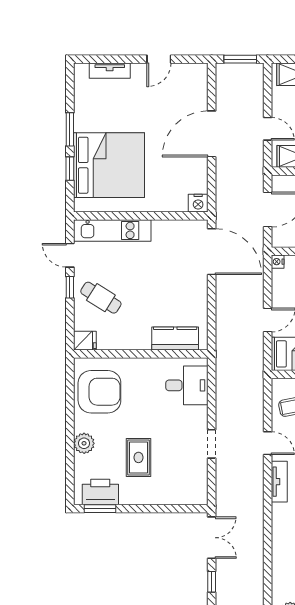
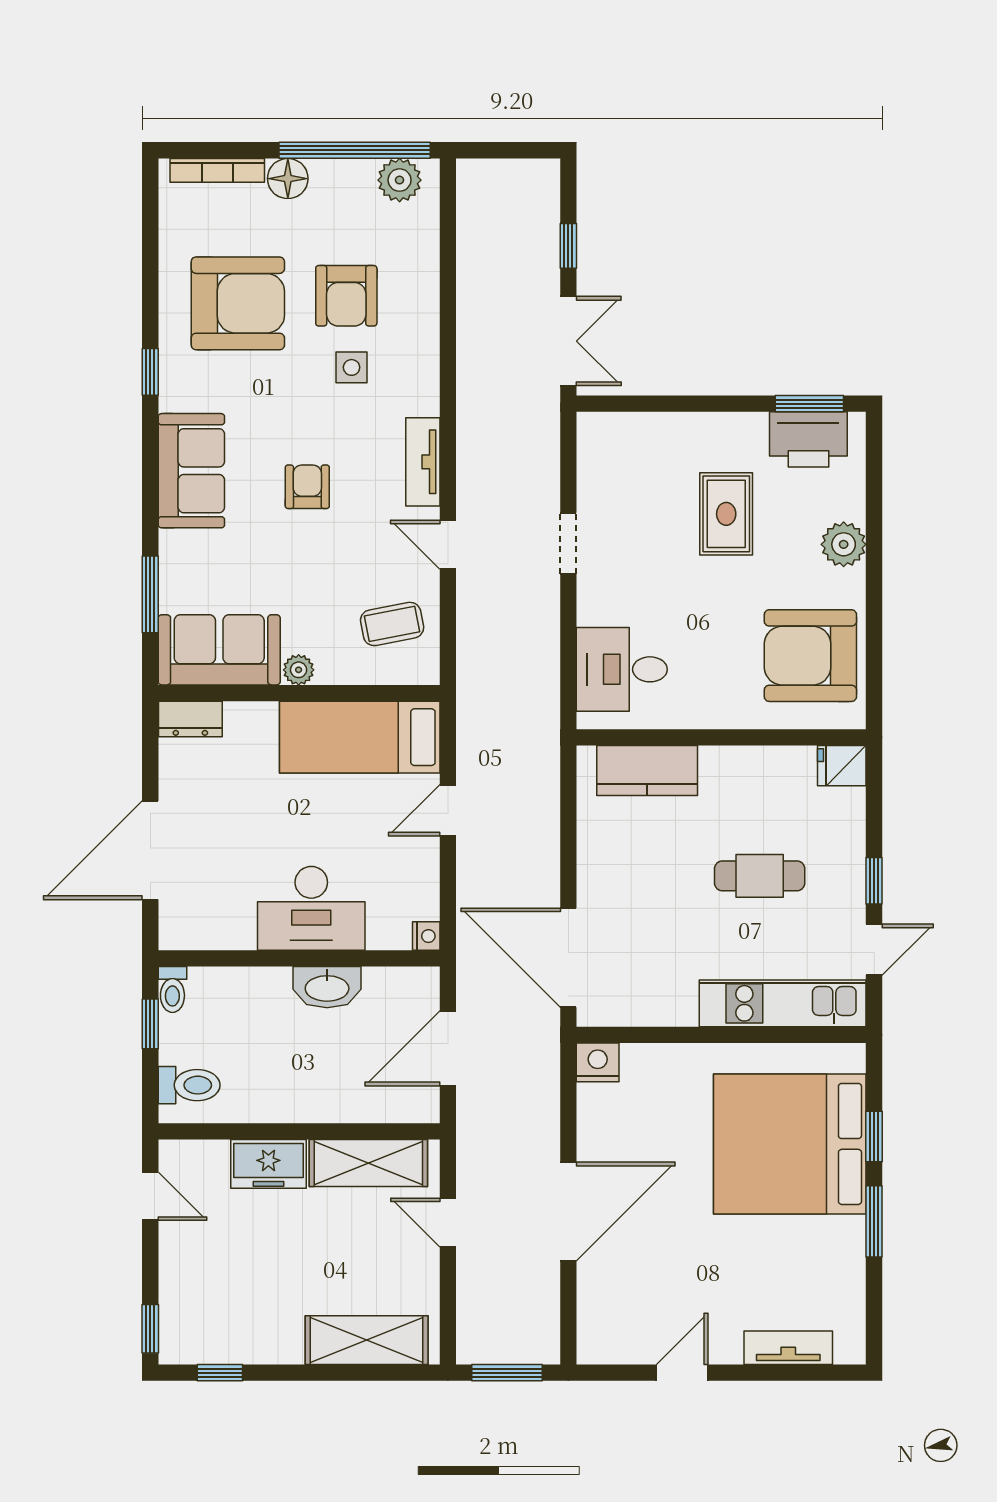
door: (70, 255) -> (874, 950), hinge flipped
cafe table: (101, 298) -> (760, 876), moved, turned -32
double door: (212, 538) -> (568, 341), swing flipped

